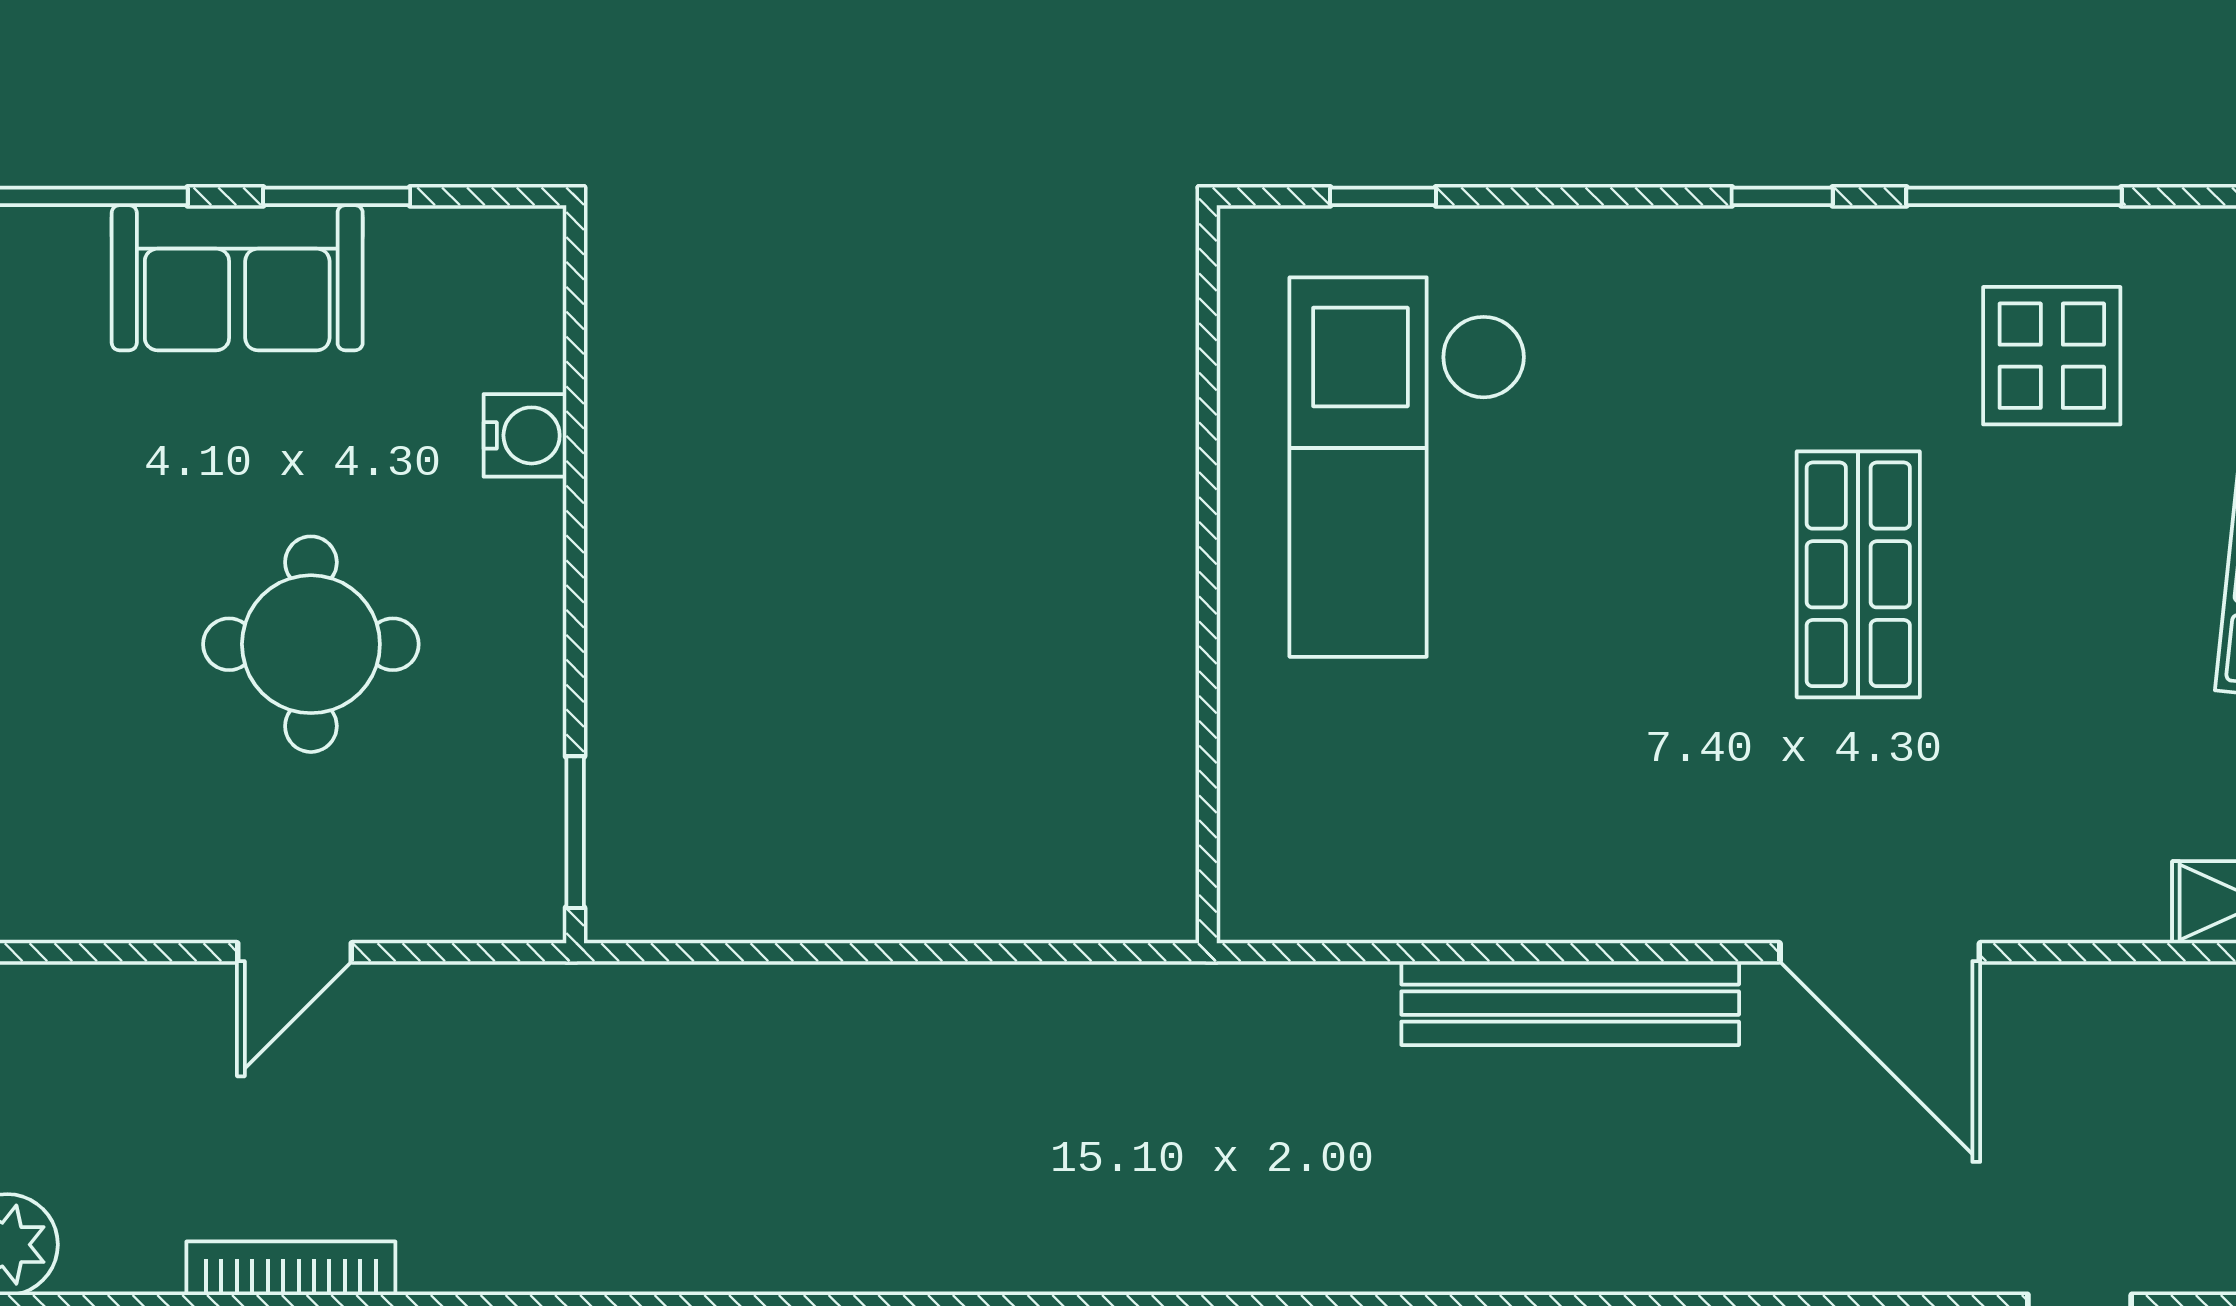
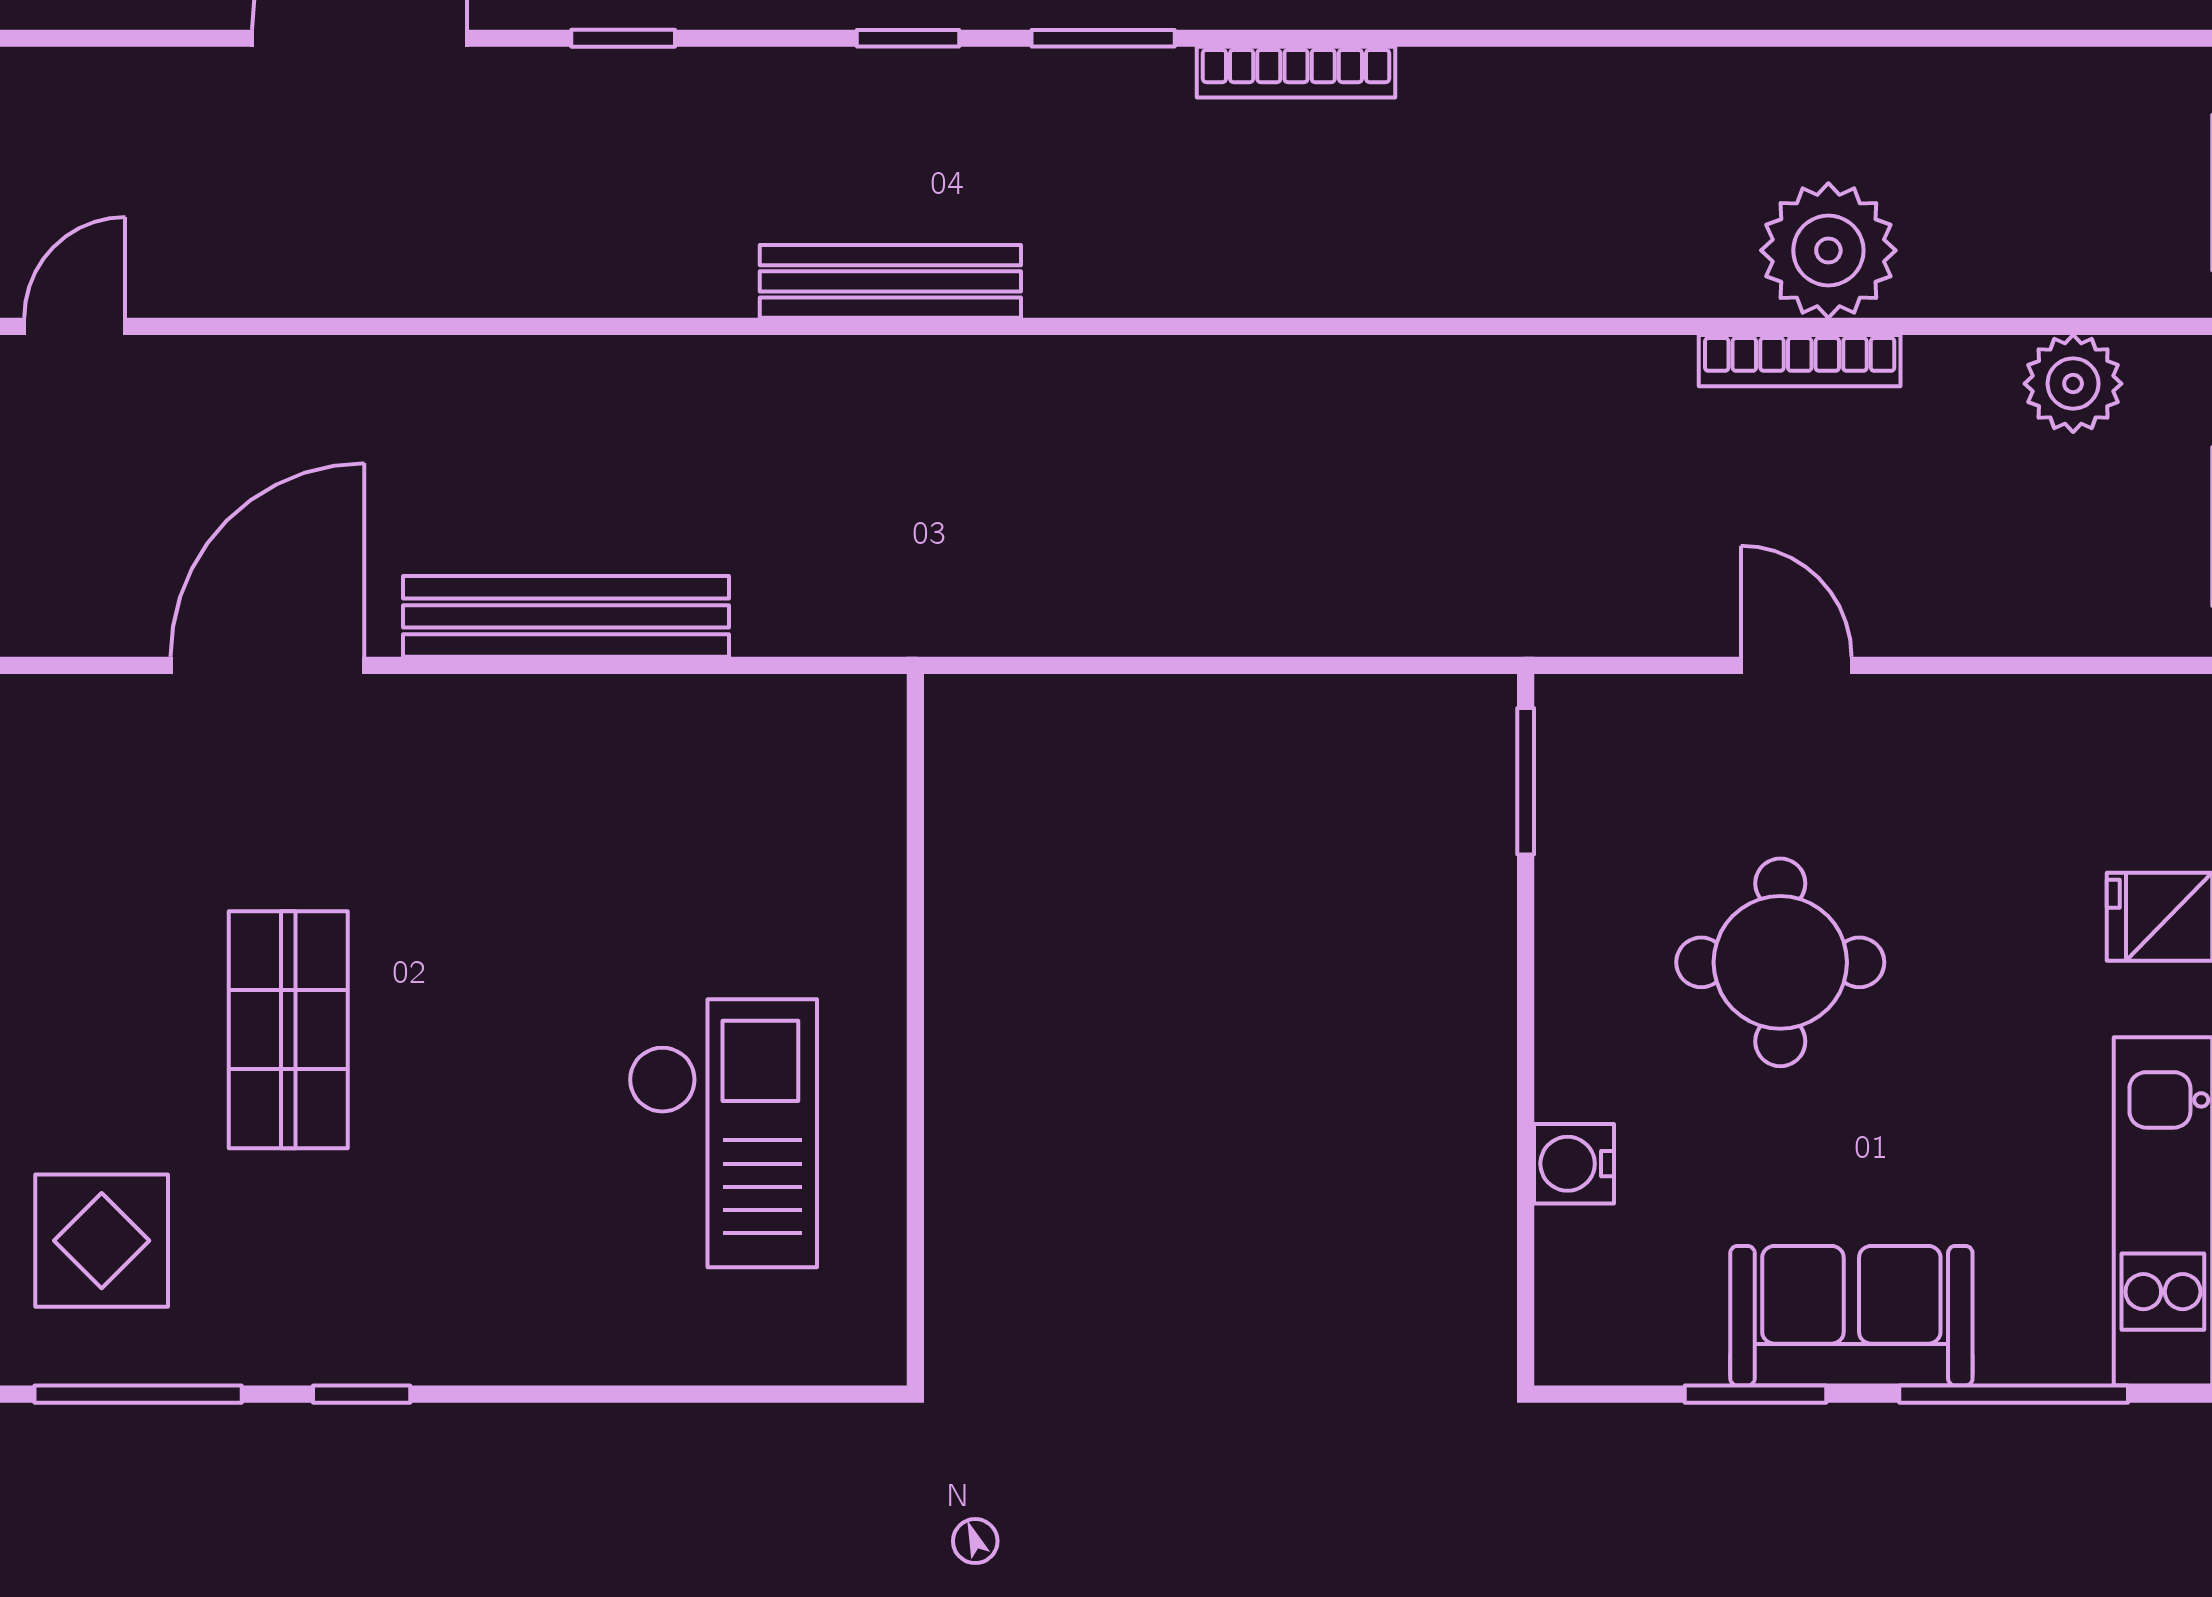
window: (1383, 196) -> (747, 1394), removed
checkout: (1408, 467) -> (723, 1133), width x0.73, depth x0.83
door: (294, 952) -> (1796, 665), hinge flipped
door: (1880, 952) -> (267, 665), hinge flipped

